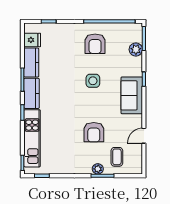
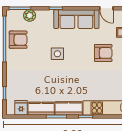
armchair: (95, 44) -> (18, 40), moved
sofa: (132, 95) -> (76, 19), width x1.36

